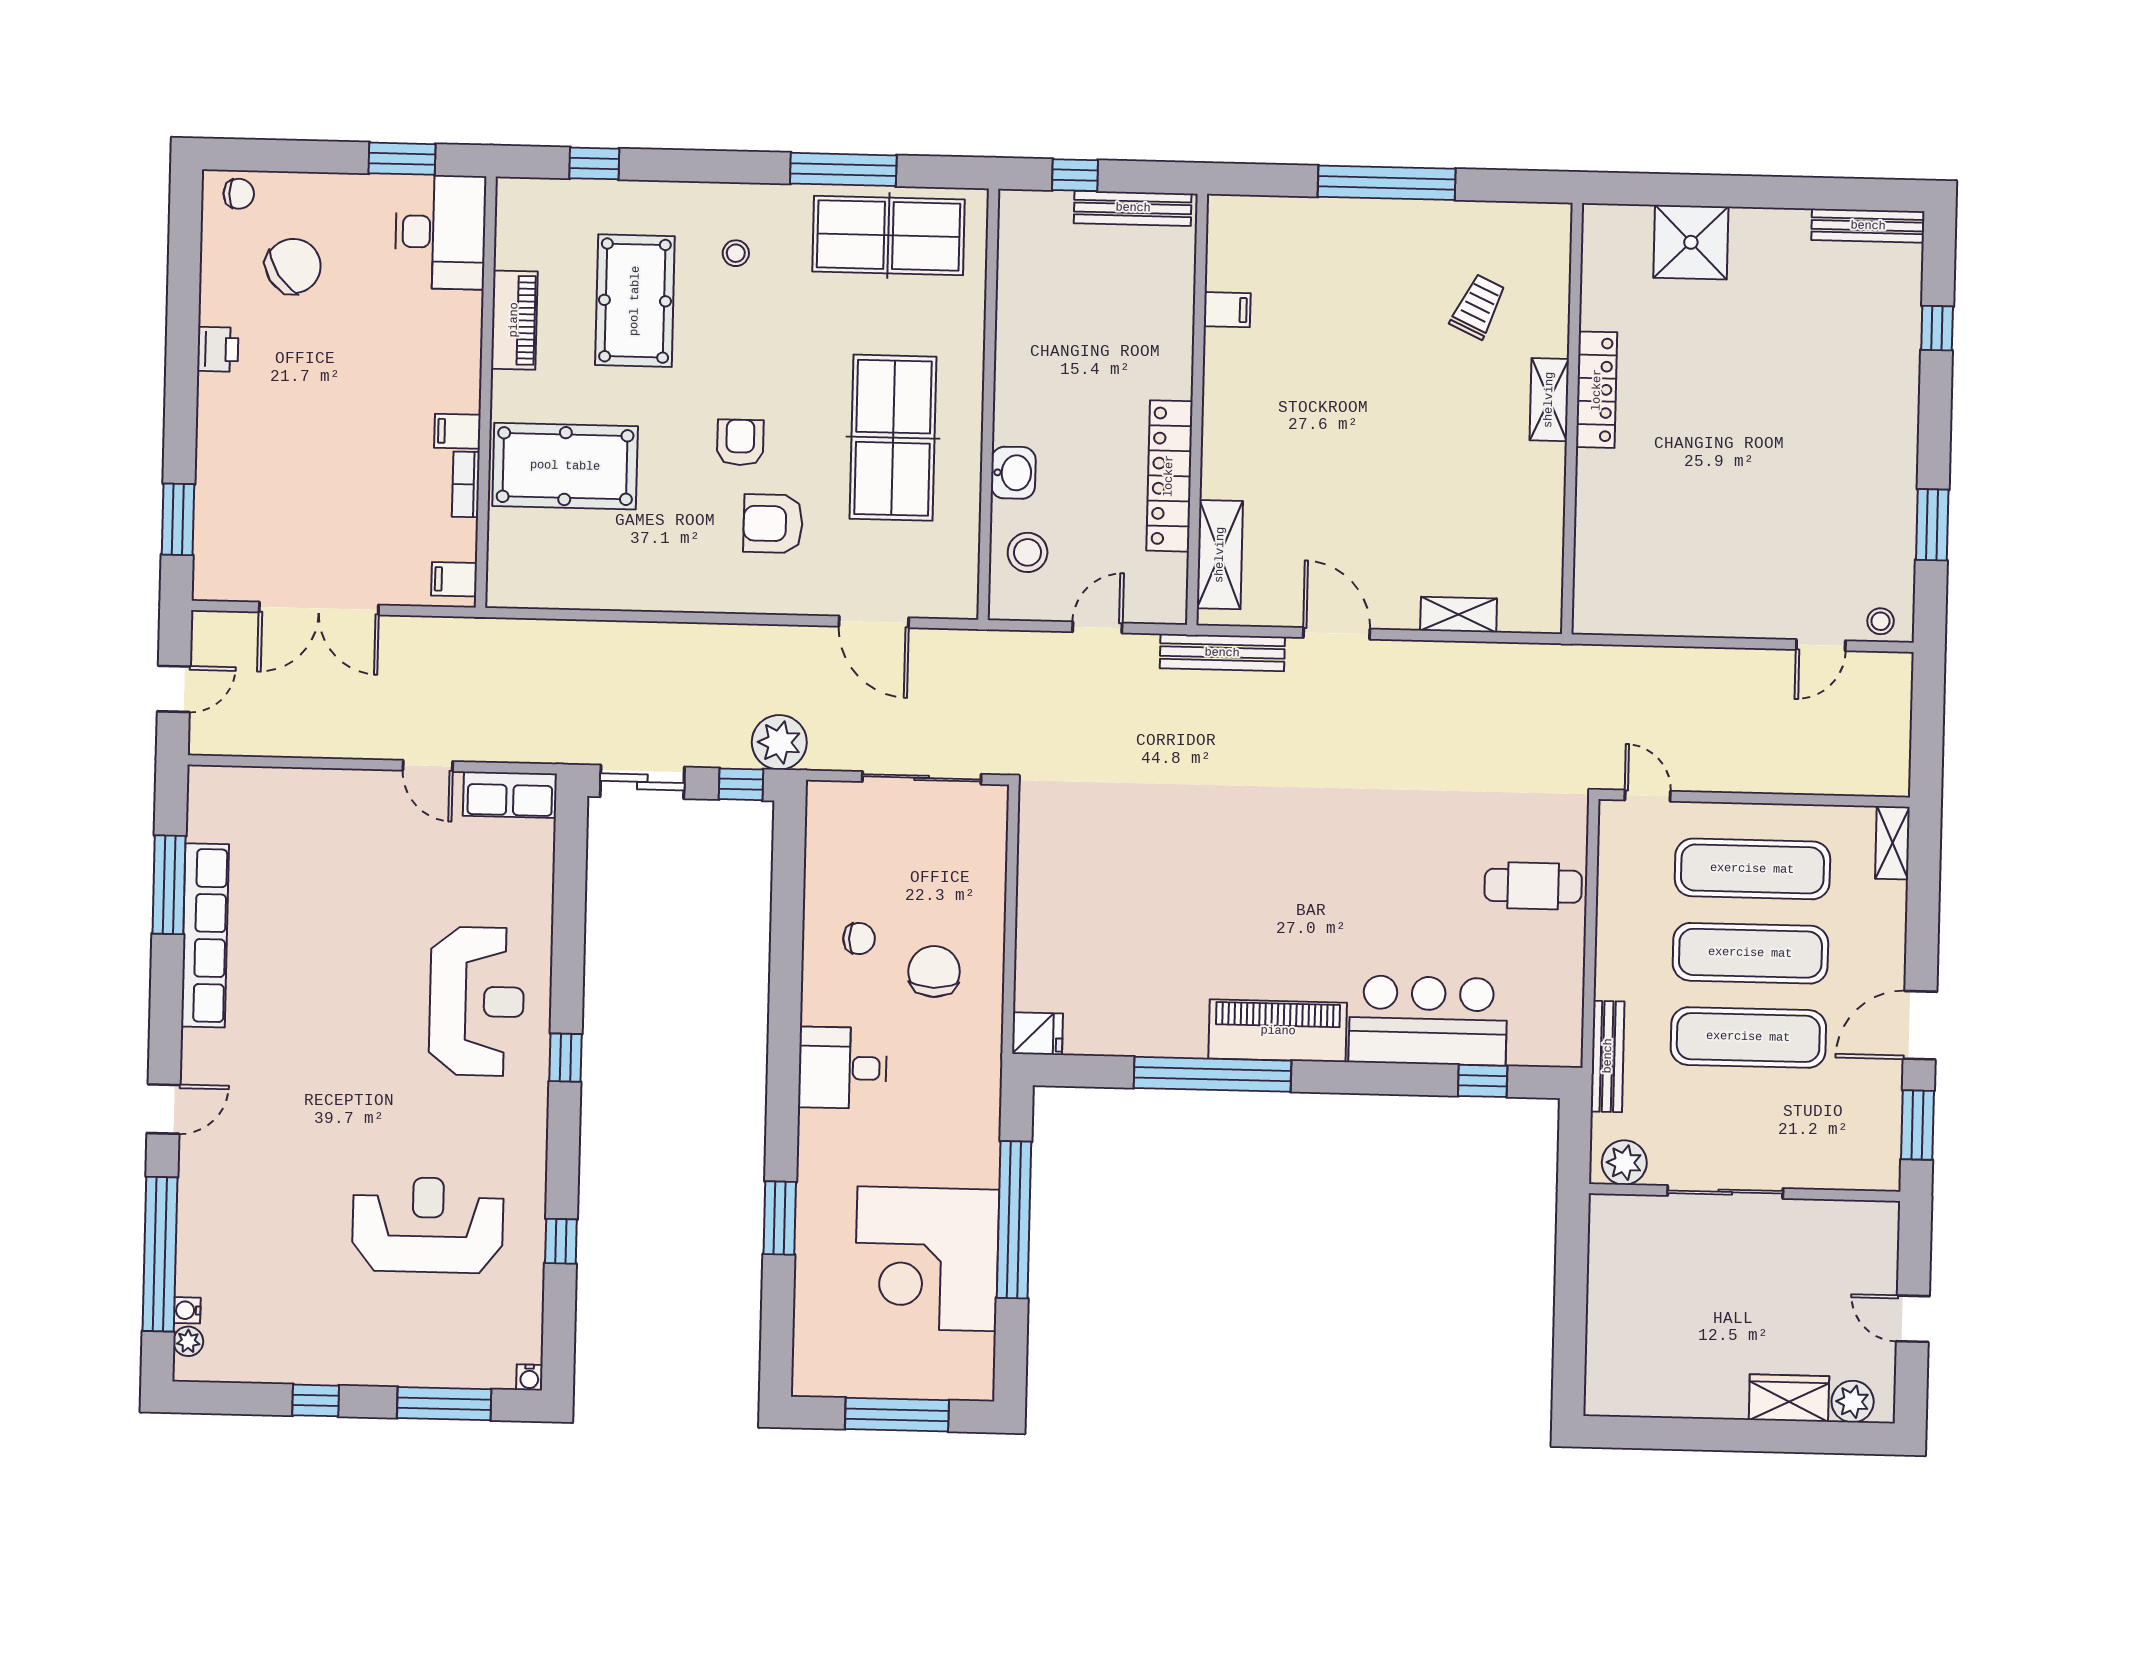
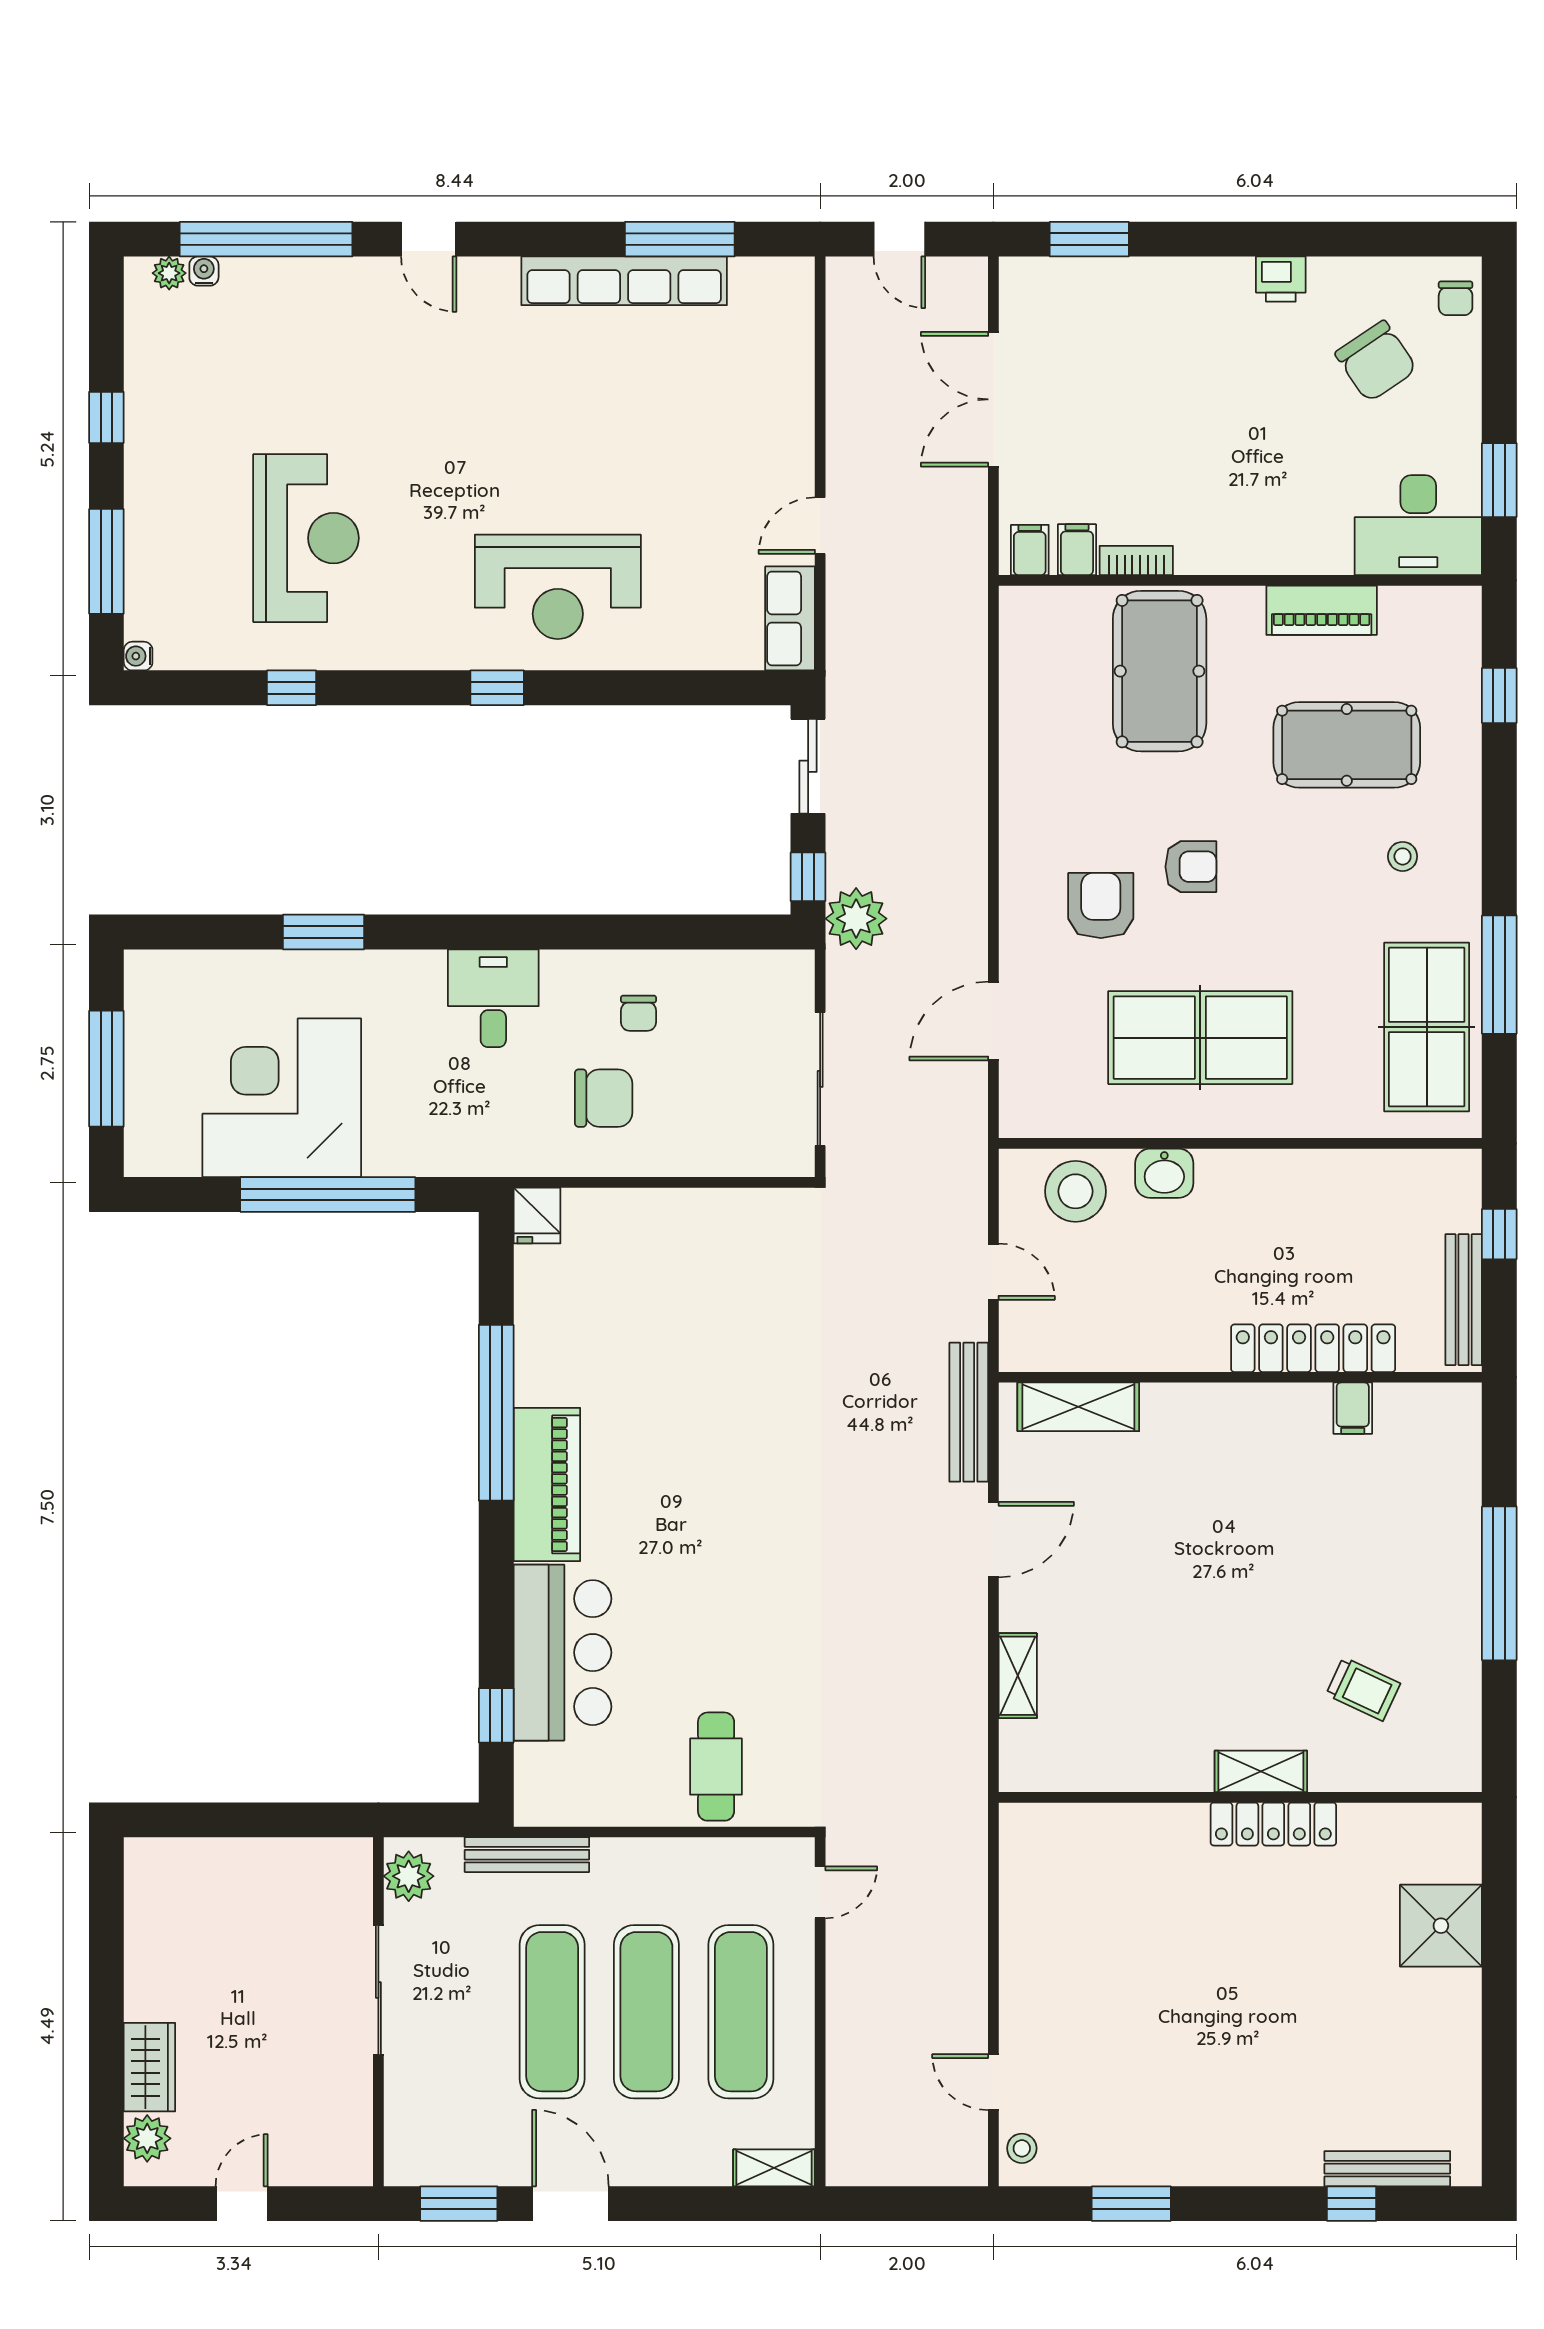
bench: (1868, 226) -> (1387, 2169), moved, turned 90
filing cabinet: (457, 431) -> (1077, 550), moved
locker: (1169, 476) -> (1313, 1348), moved
stool: (1028, 552) -> (1076, 1191), width x1.38, depth x1.38

